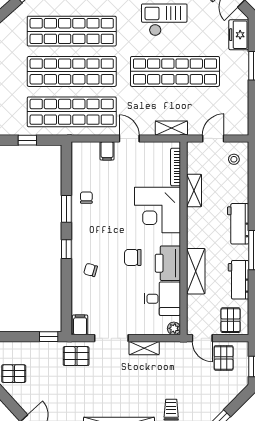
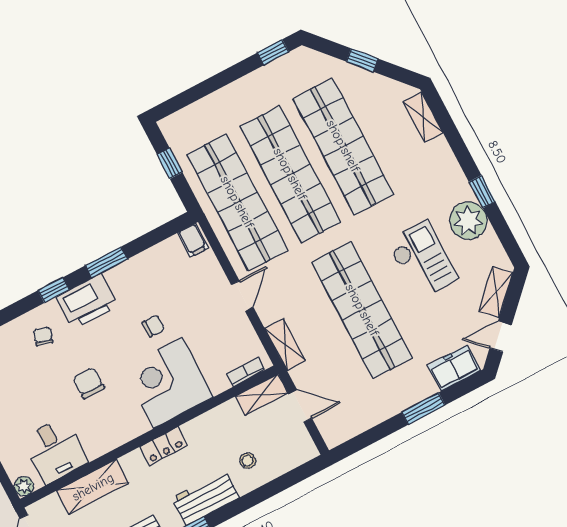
filing cabinet: (107, 151) -> (193, 240), moved, turned -90
stool: (234, 159) -> (248, 461), moved
bookcase: (176, 167) -> (246, 372), width x0.64
shelving: (194, 191) -> (262, 395), moved
chair: (86, 198) -> (153, 326), moved
locker: (194, 233) -> (164, 446), added
printer: (168, 263) -> (87, 301), moved, turned 180
shelving: (196, 271) -> (93, 487), moved

